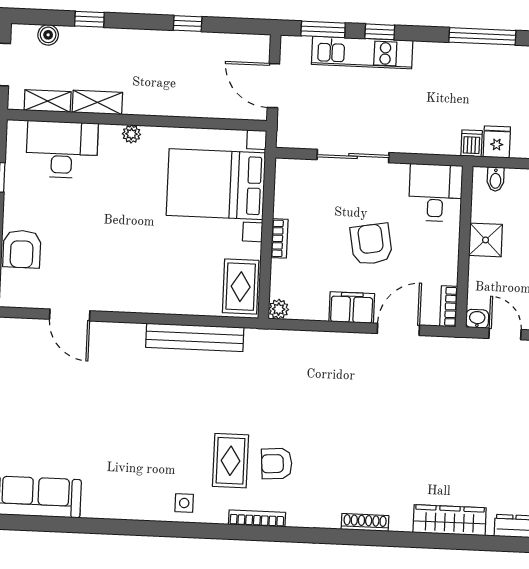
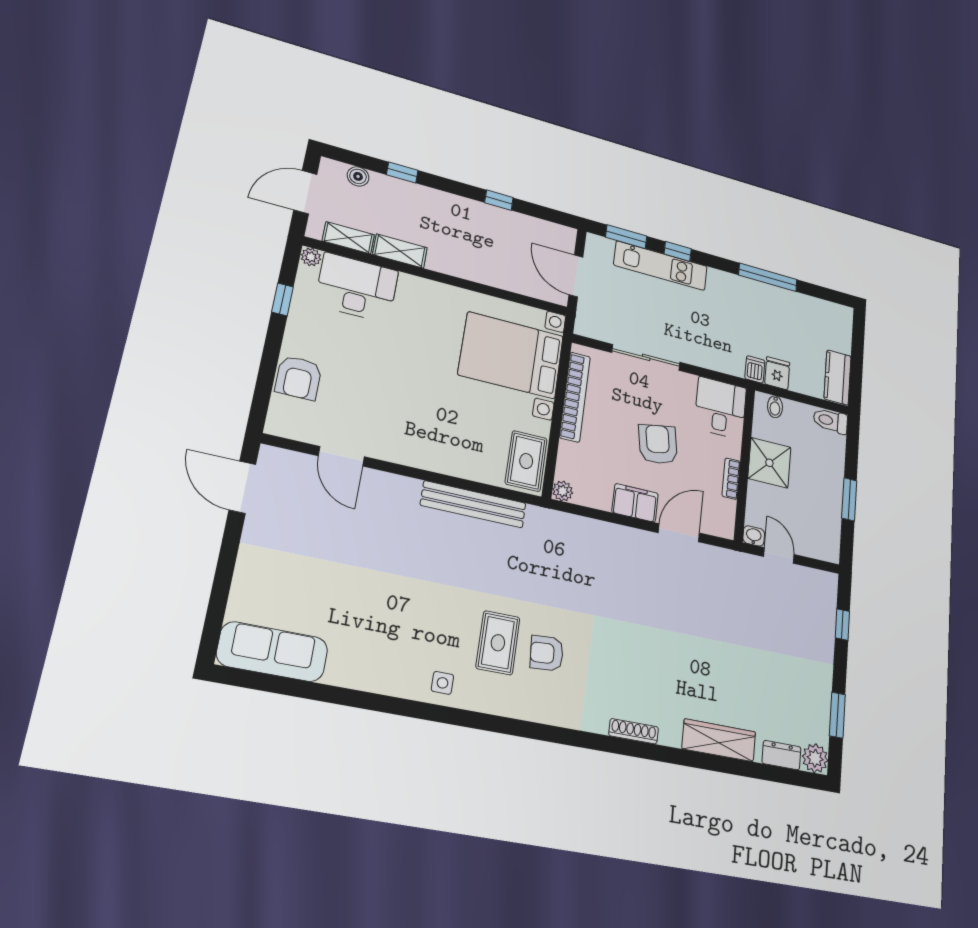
plant: (131, 134) -> (311, 257), moved
bookcase: (279, 238) -> (575, 397), width x2.31, depth x1.31
shower: (486, 240) -> (769, 463), width x1.36, depth x1.36
bookcase: (449, 306) -> (731, 479), moved
bookcase: (257, 518) -> (520, 711), removed

